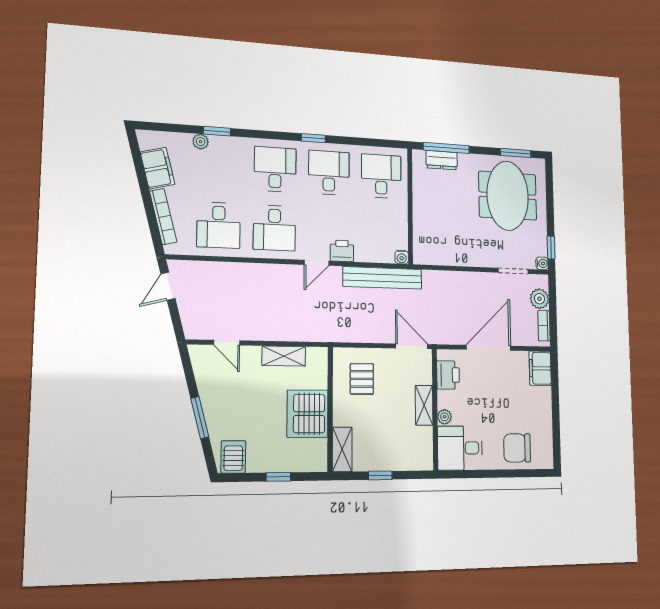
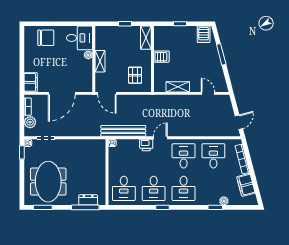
printer: (448, 375) -> (86, 78), removed
server rack: (307, 414) -> (161, 57), width x0.46, depth x0.70

